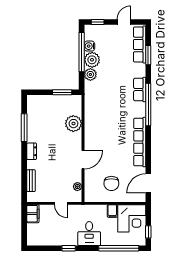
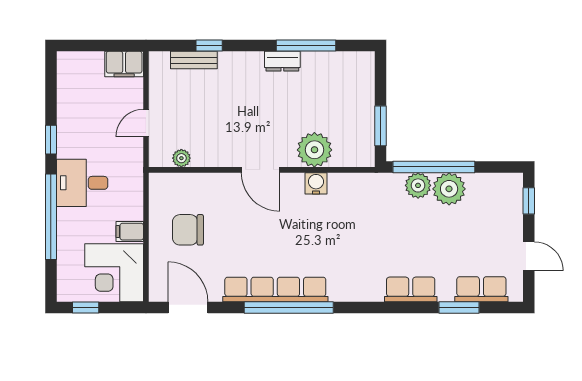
row of seats: (140, 44) -> (481, 289), width x0.68
water cooler: (89, 46) -> (316, 183), moved
window: (82, 52) -> (434, 167), moved
row of seats: (140, 90) -> (411, 289), moved
window: (148, 105) -> (289, 308), moved
dresser: (32, 151) -> (282, 61), moved
door: (83, 160) -> (260, 170), moved
window: (24, 173) -> (209, 46), added
window: (119, 248) -> (51, 217), moved

